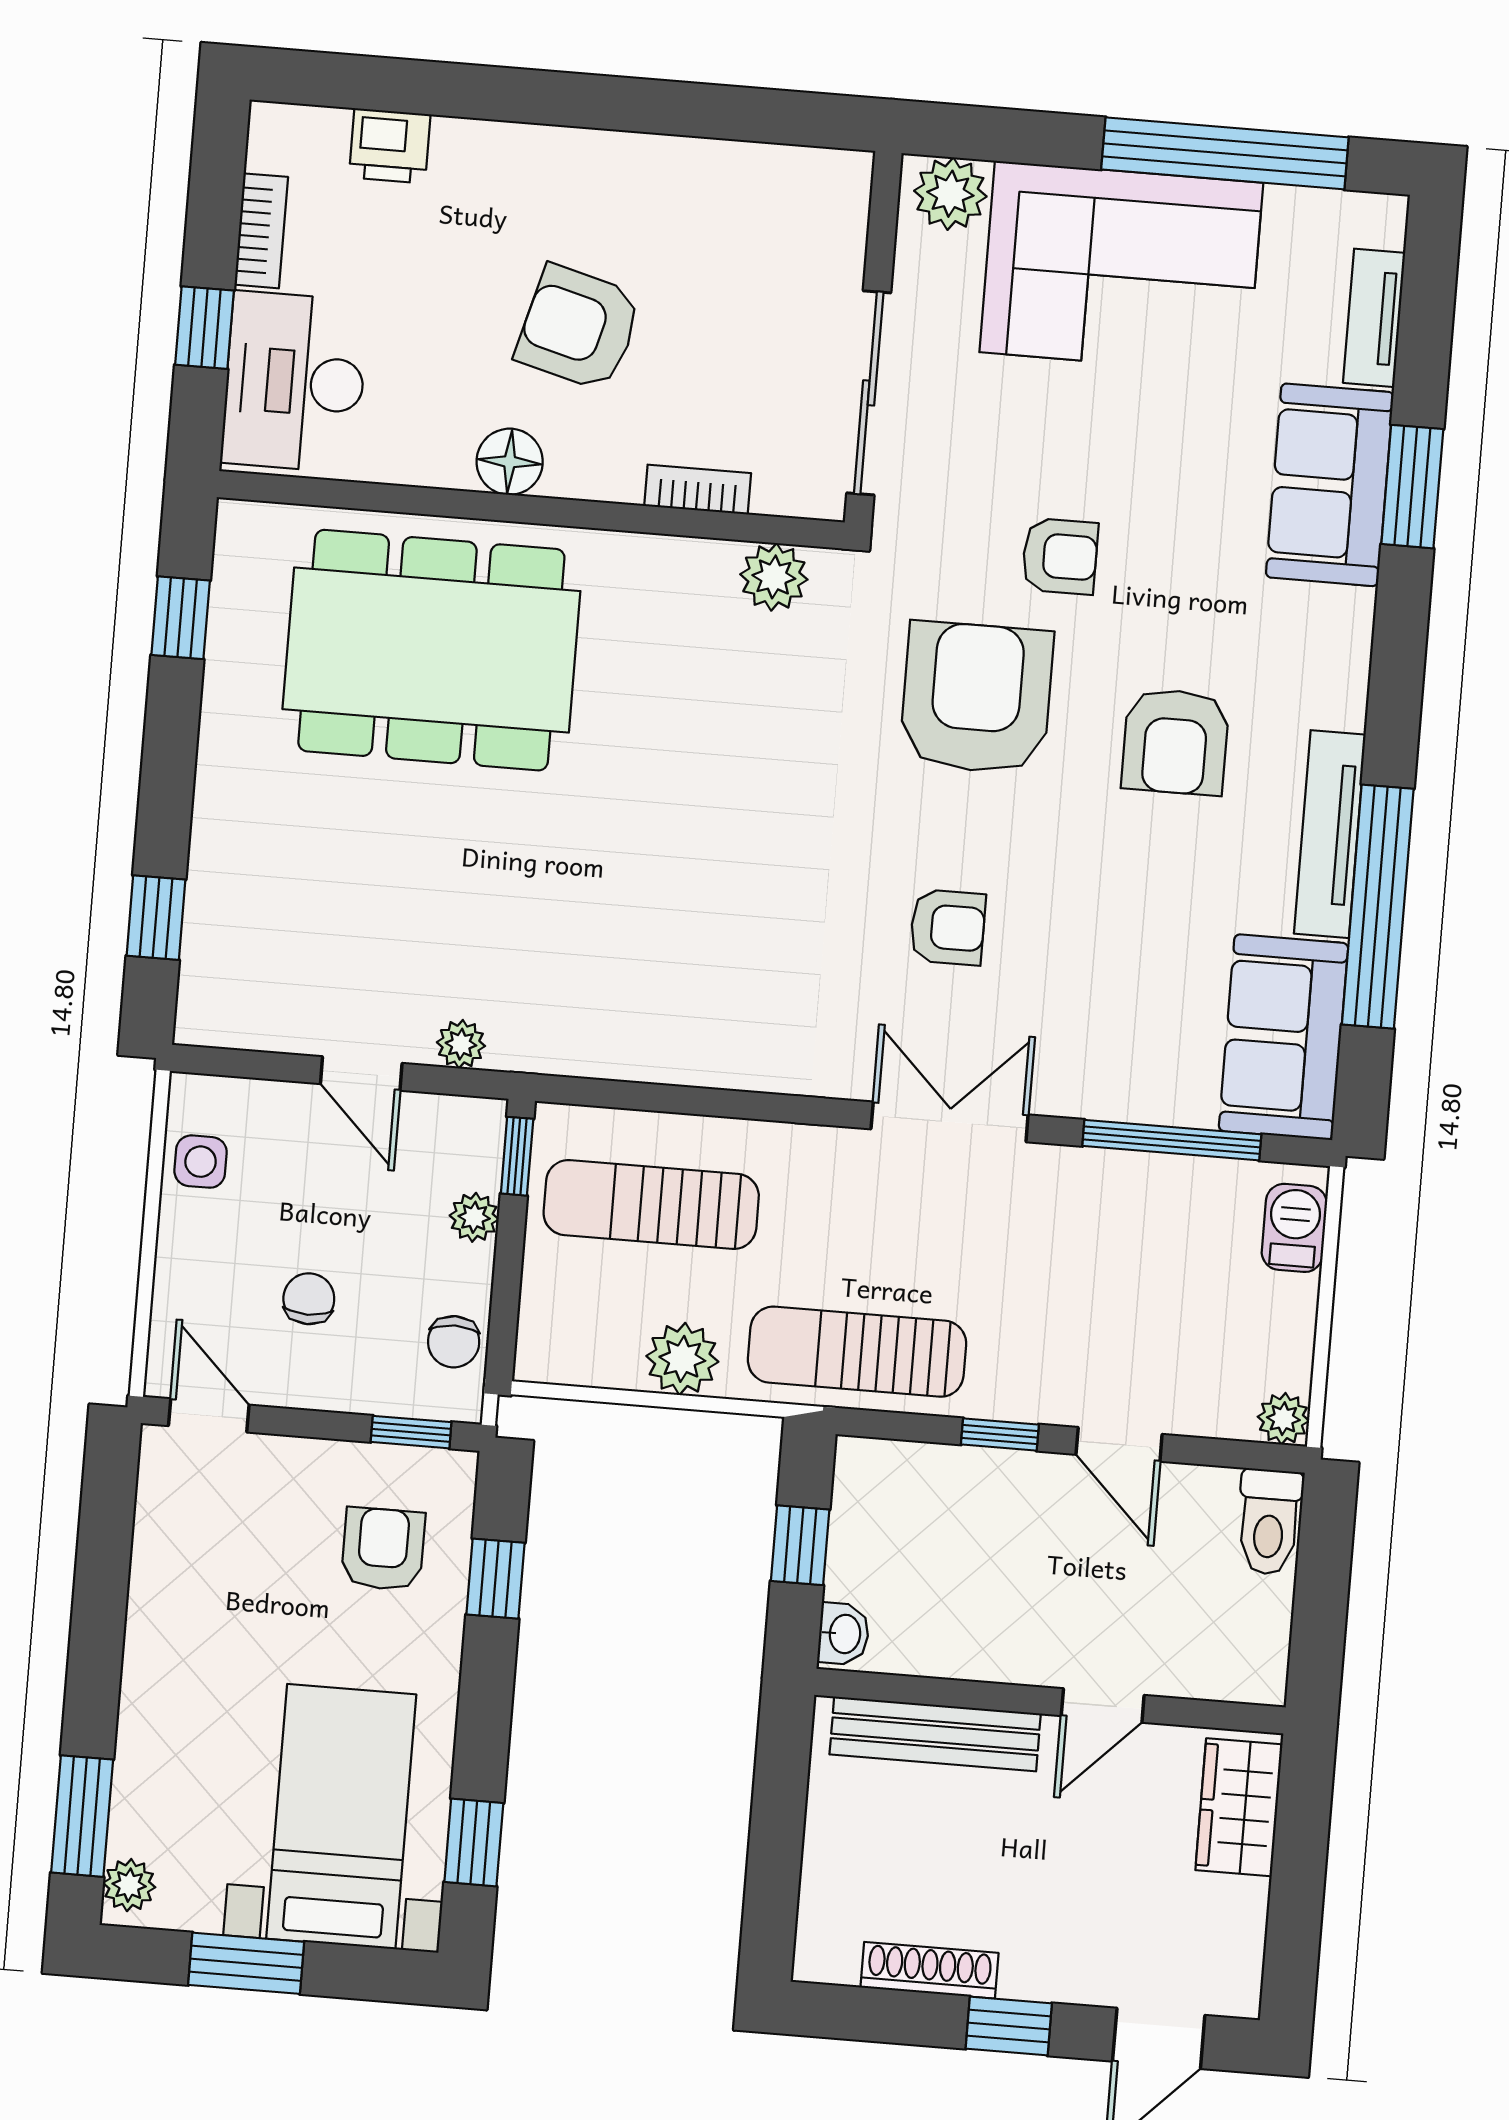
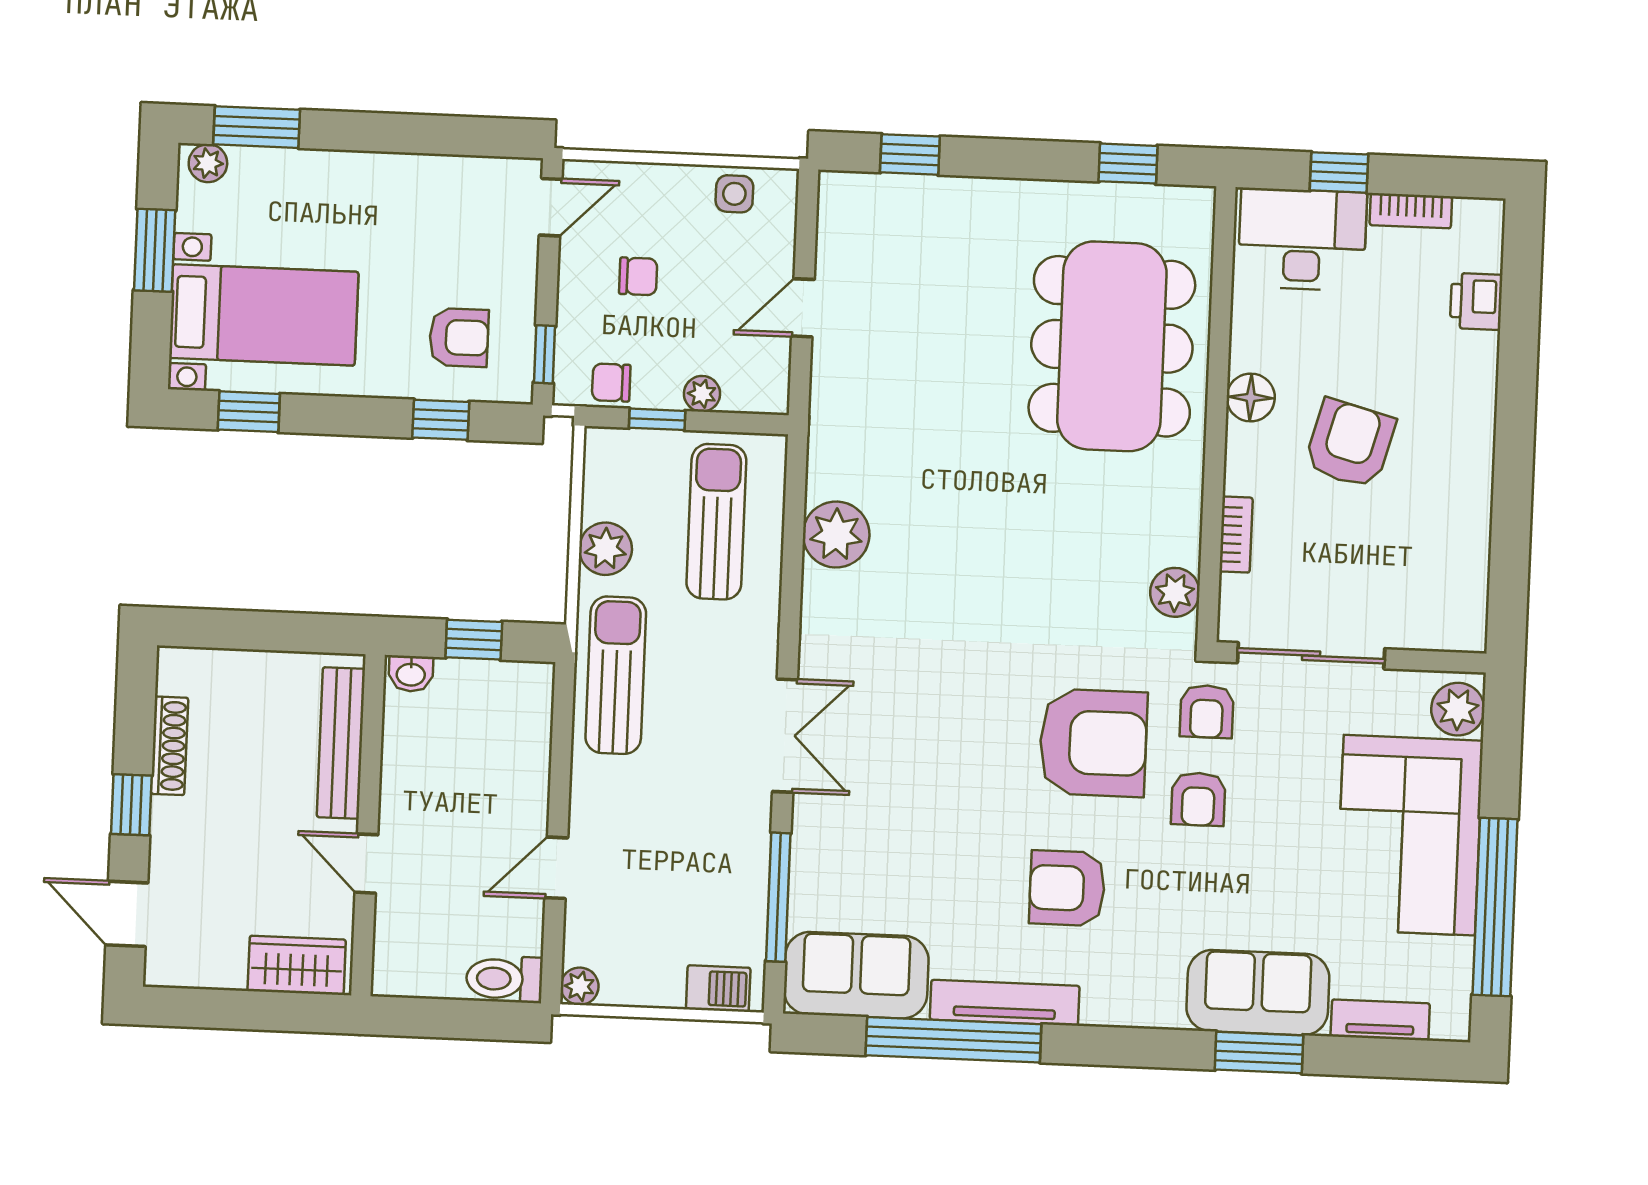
armchair: (948, 927) -> (1207, 711), moved
plant: (461, 1044) -> (836, 535), moved, width x1.88, depth x1.88
window: (517, 1156) -> (657, 419), moved
window: (1000, 1435) -> (560, 781), removed

